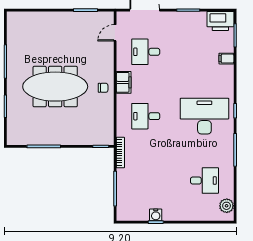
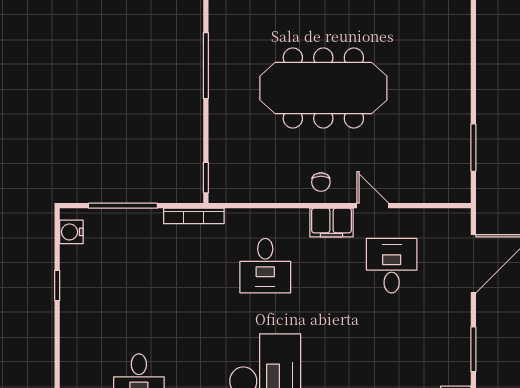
door: (115, 33) -> (373, 206), moved
meeting table: (55, 87) -> (323, 88), turned 90
desk: (146, 116) -> (265, 266), turned 180
water cooler: (156, 215) -> (71, 232), moved

